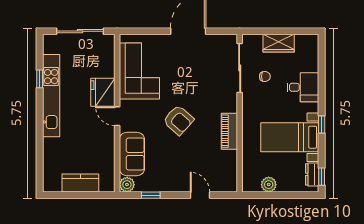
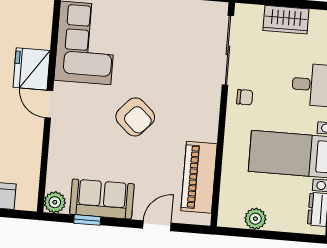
chair: (265, 76) -> (245, 97), moved
piano: (229, 131) -> (199, 177), moved, width x1.37, depth x1.33
sofa: (132, 154) -> (102, 199), moved, turned -90
door: (200, 195) -> (157, 226), hinge flipped

